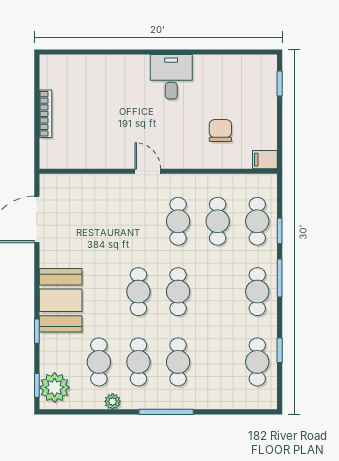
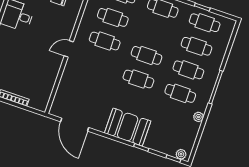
cafe table: (99, 362) -> (197, 46), moved
plant: (55, 387) -> (181, 154), width x0.53, depth x0.53

